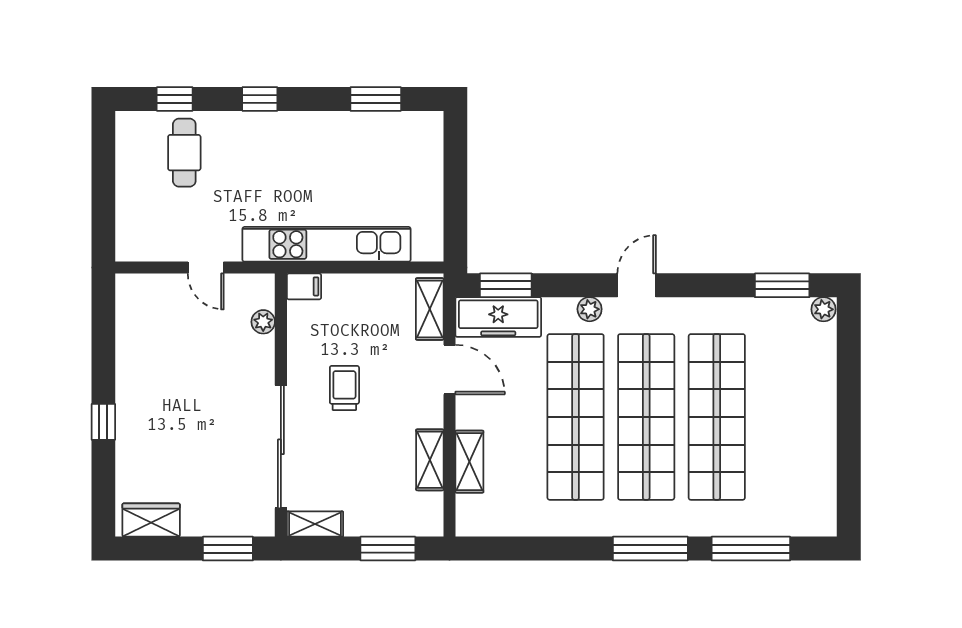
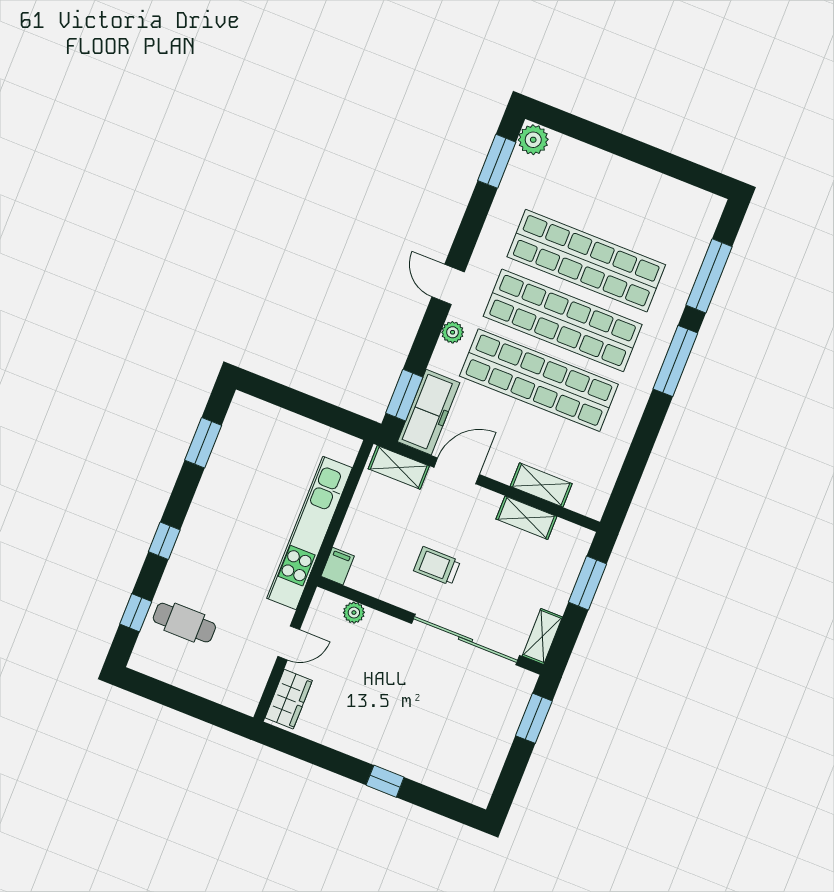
plant: (823, 309) -> (533, 140), width x1.38, depth x1.38
wardrobe: (151, 520) -> (289, 699), moved, turned 180

